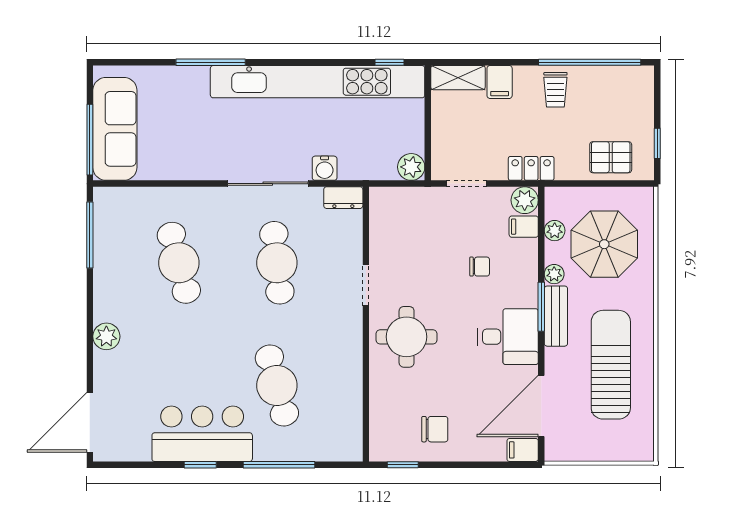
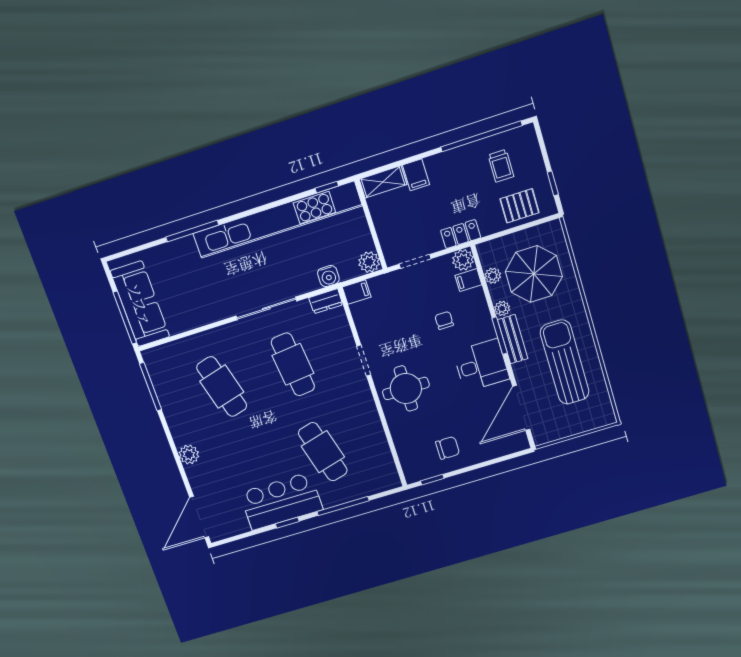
trolley: (555, 90) -> (501, 166), moved
water cooler: (325, 168) -> (328, 276), moved
chair: (480, 267) -> (444, 320), turned -90
filing cabinet: (523, 450) -> (357, 292), moved, turned 180

